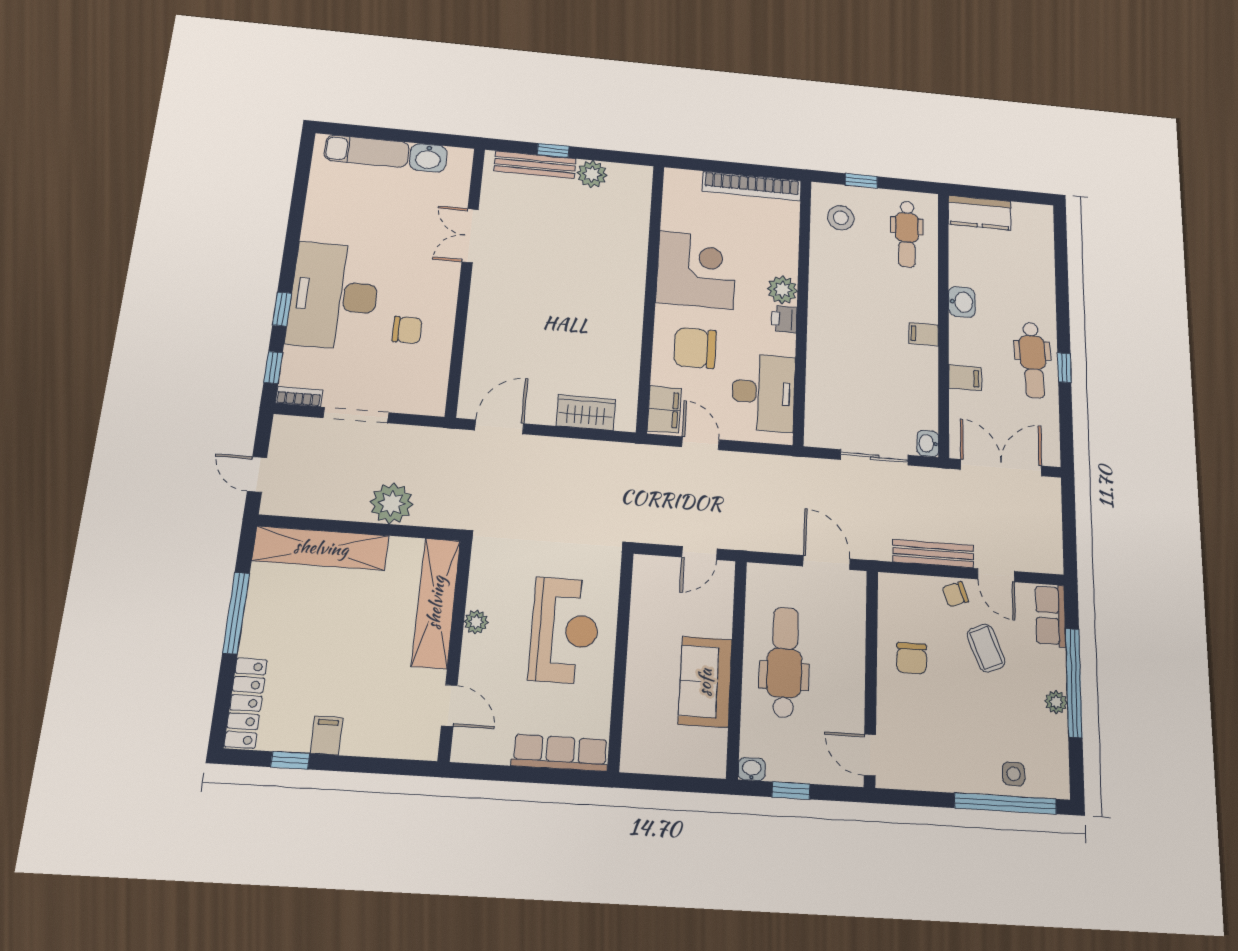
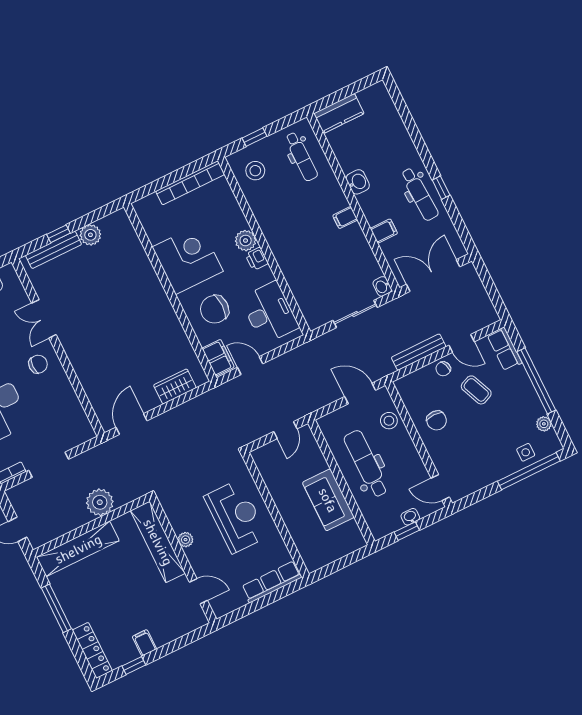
chair: (407, 330) -> (38, 364), moved
stool: (846, 621) -> (389, 421), added
plant: (1056, 702) -> (544, 424), moved
washbasin: (752, 769) -> (410, 517), moved

